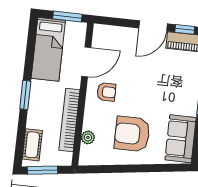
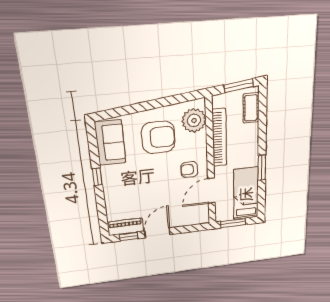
window: (25, 95) -> (262, 168), moved
plant: (88, 137) -> (194, 120), width x1.87, depth x1.87

